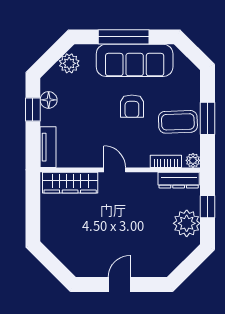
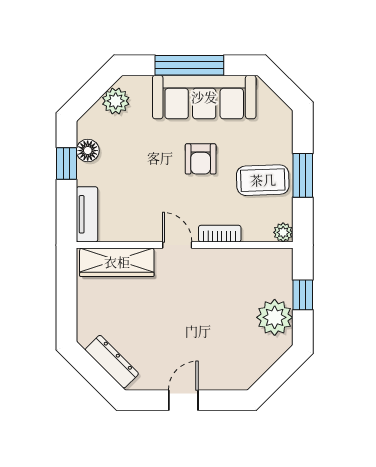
bookcase: (166, 161) -> (220, 234), moved
dresser: (179, 180) -> (112, 362), moved, turned -135

